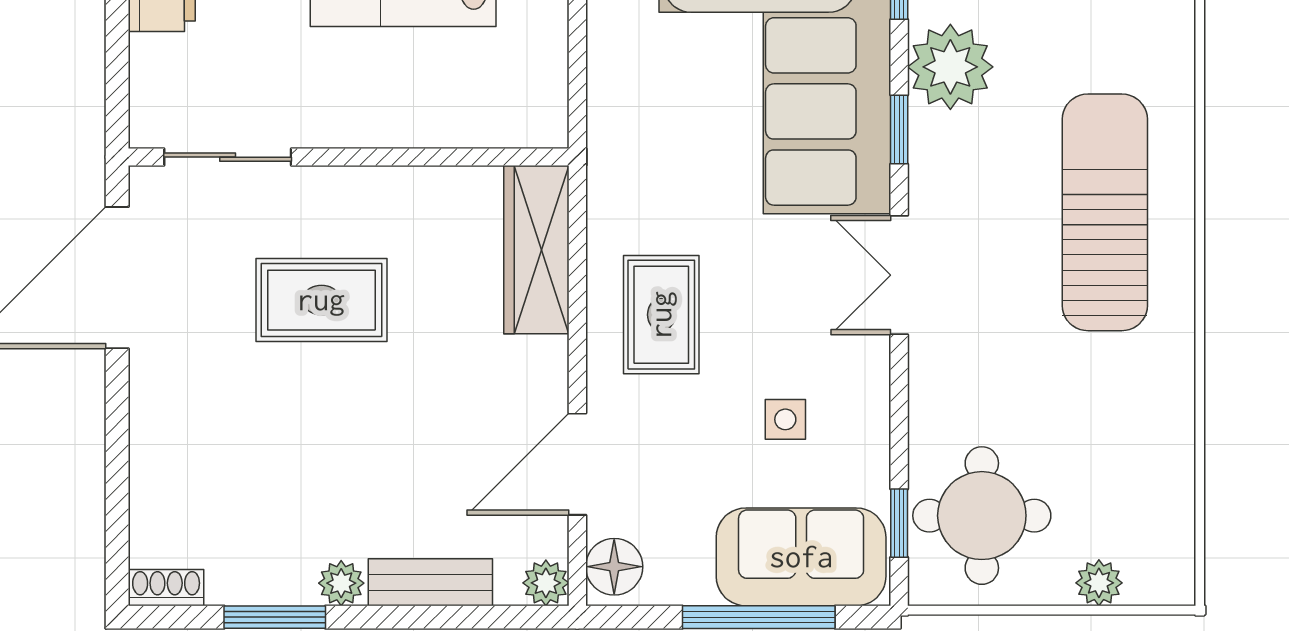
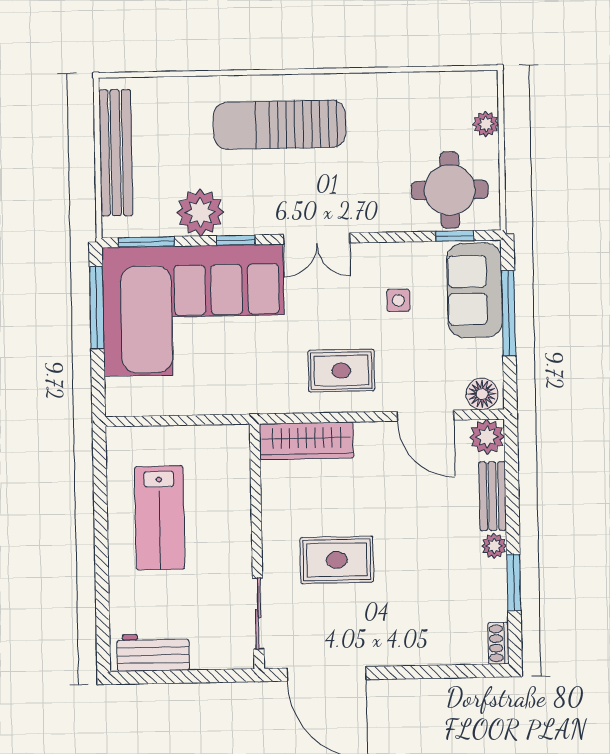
rug: (321, 300) -> (337, 560), turned 90
plant: (546, 583) -> (487, 437), width x1.38, depth x1.38

